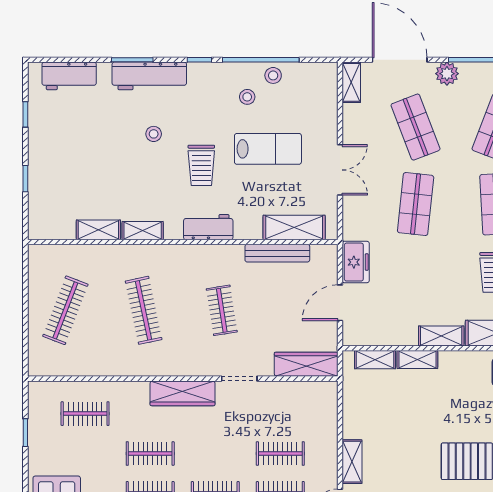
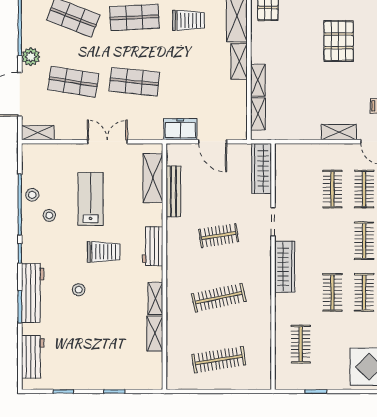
shop shelf: (416, 127) -> (73, 82), turned 30
clothes rail: (65, 310) -> (219, 360), turned -30

